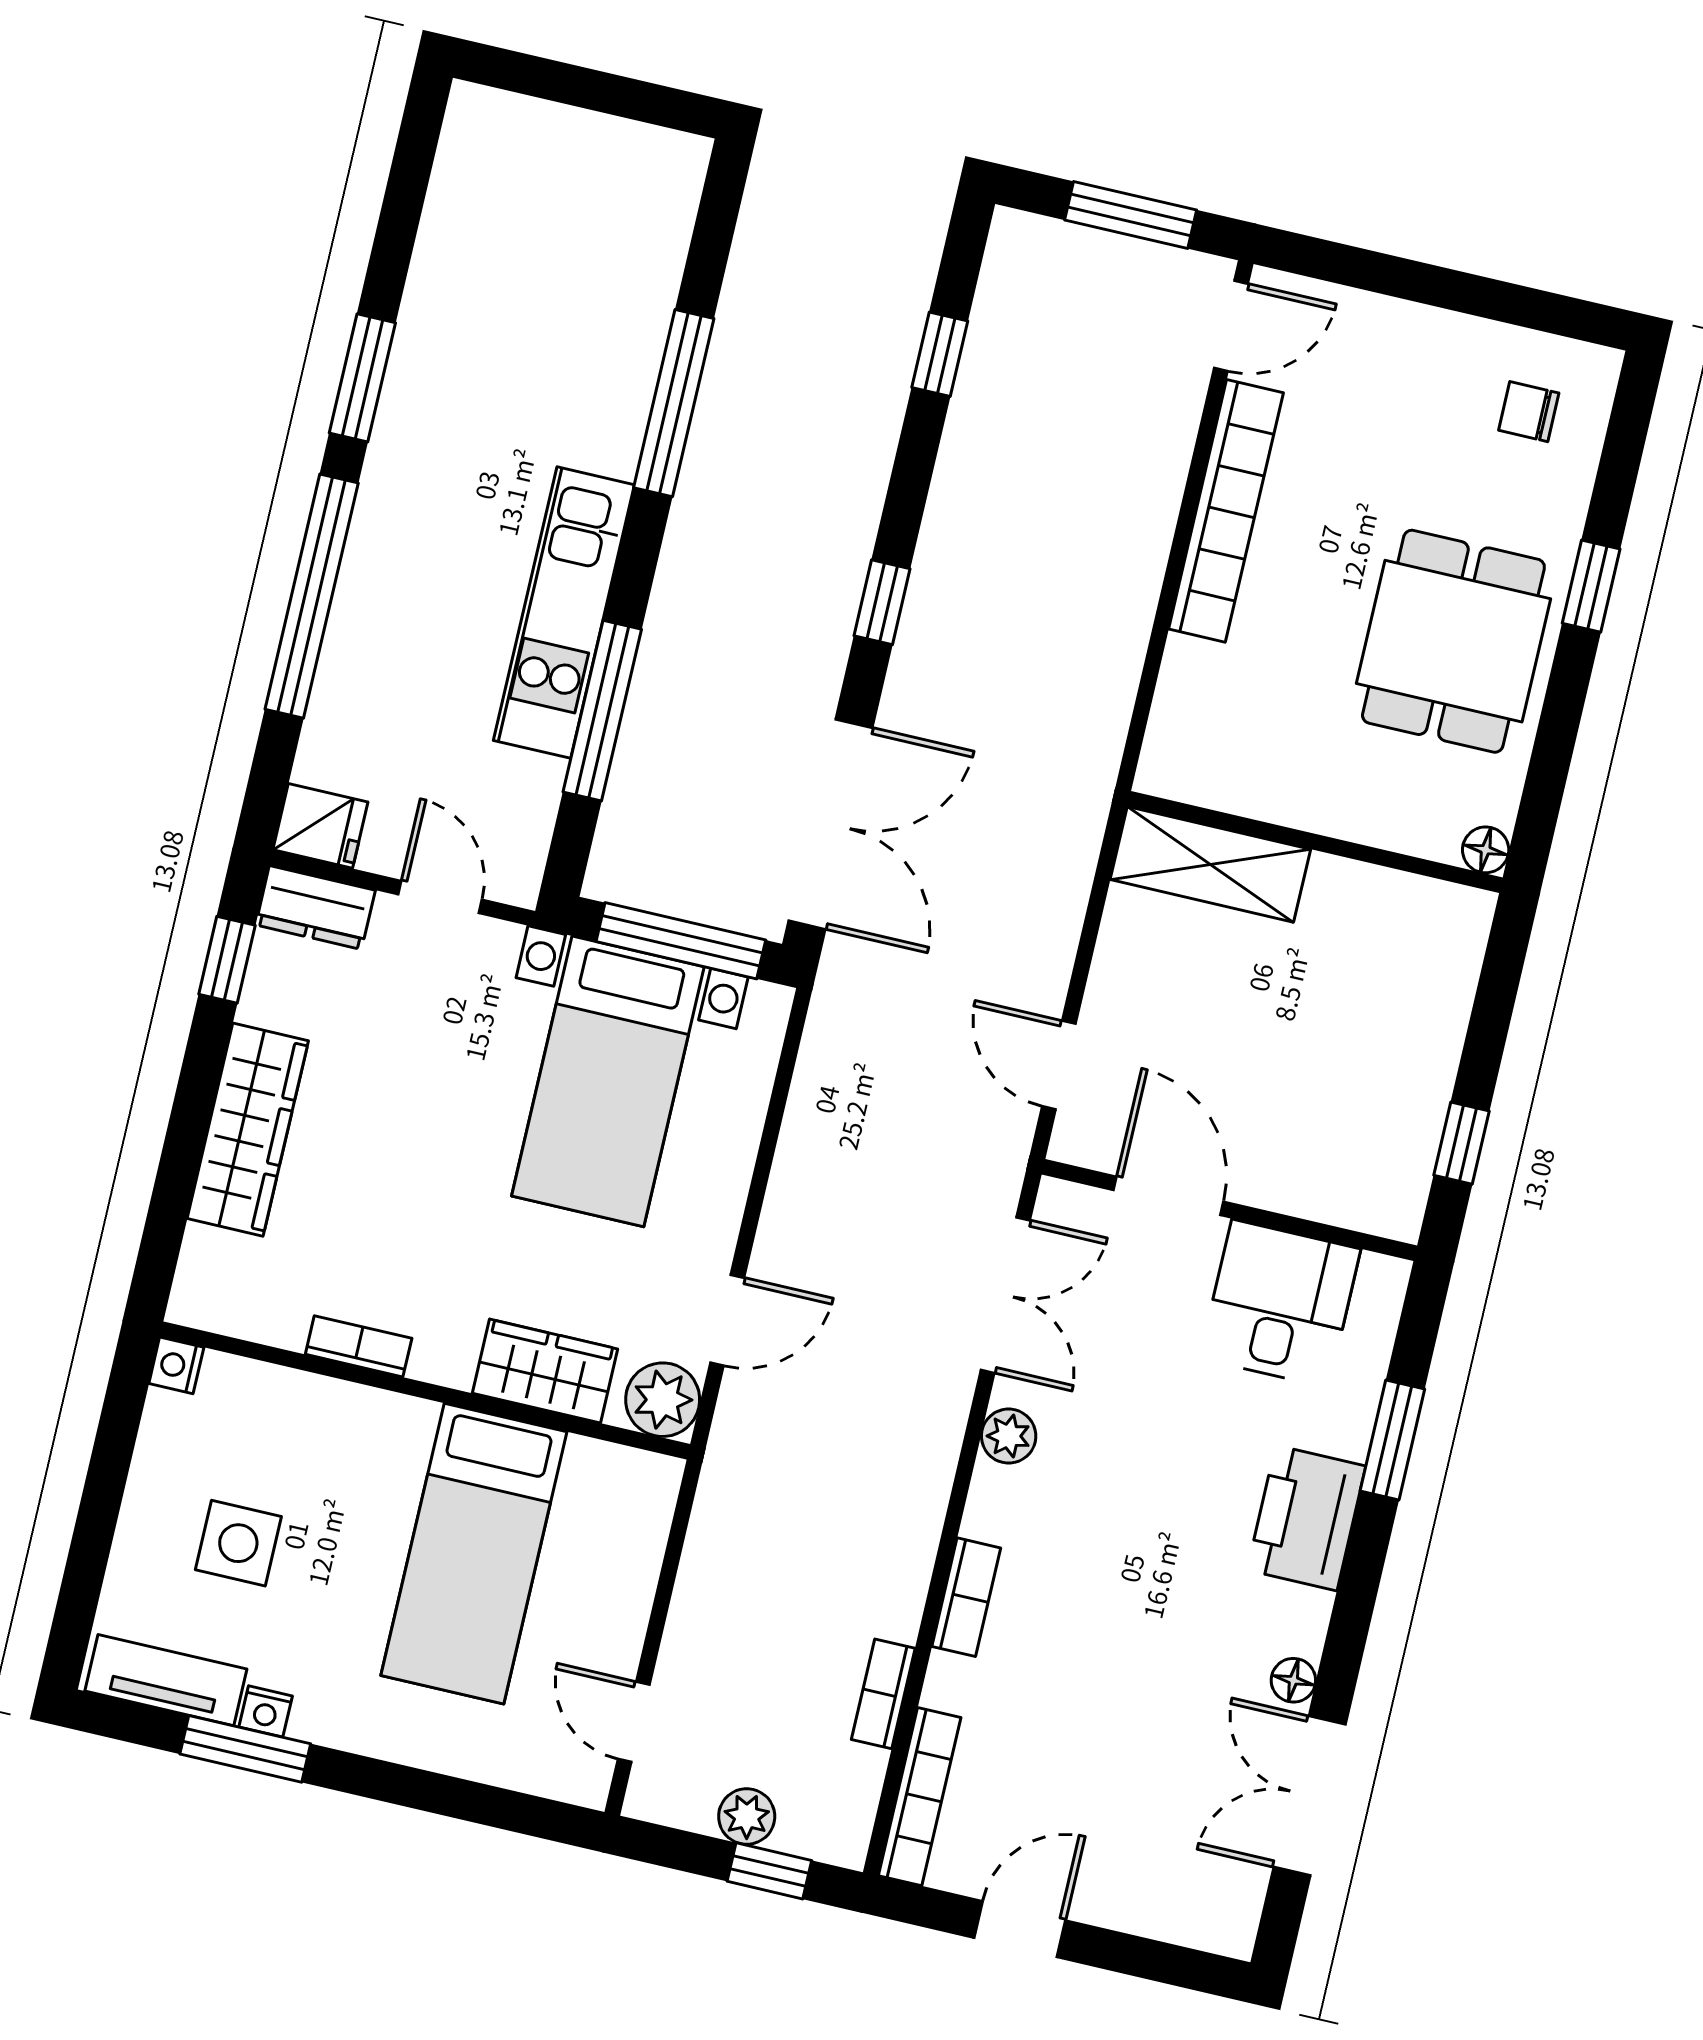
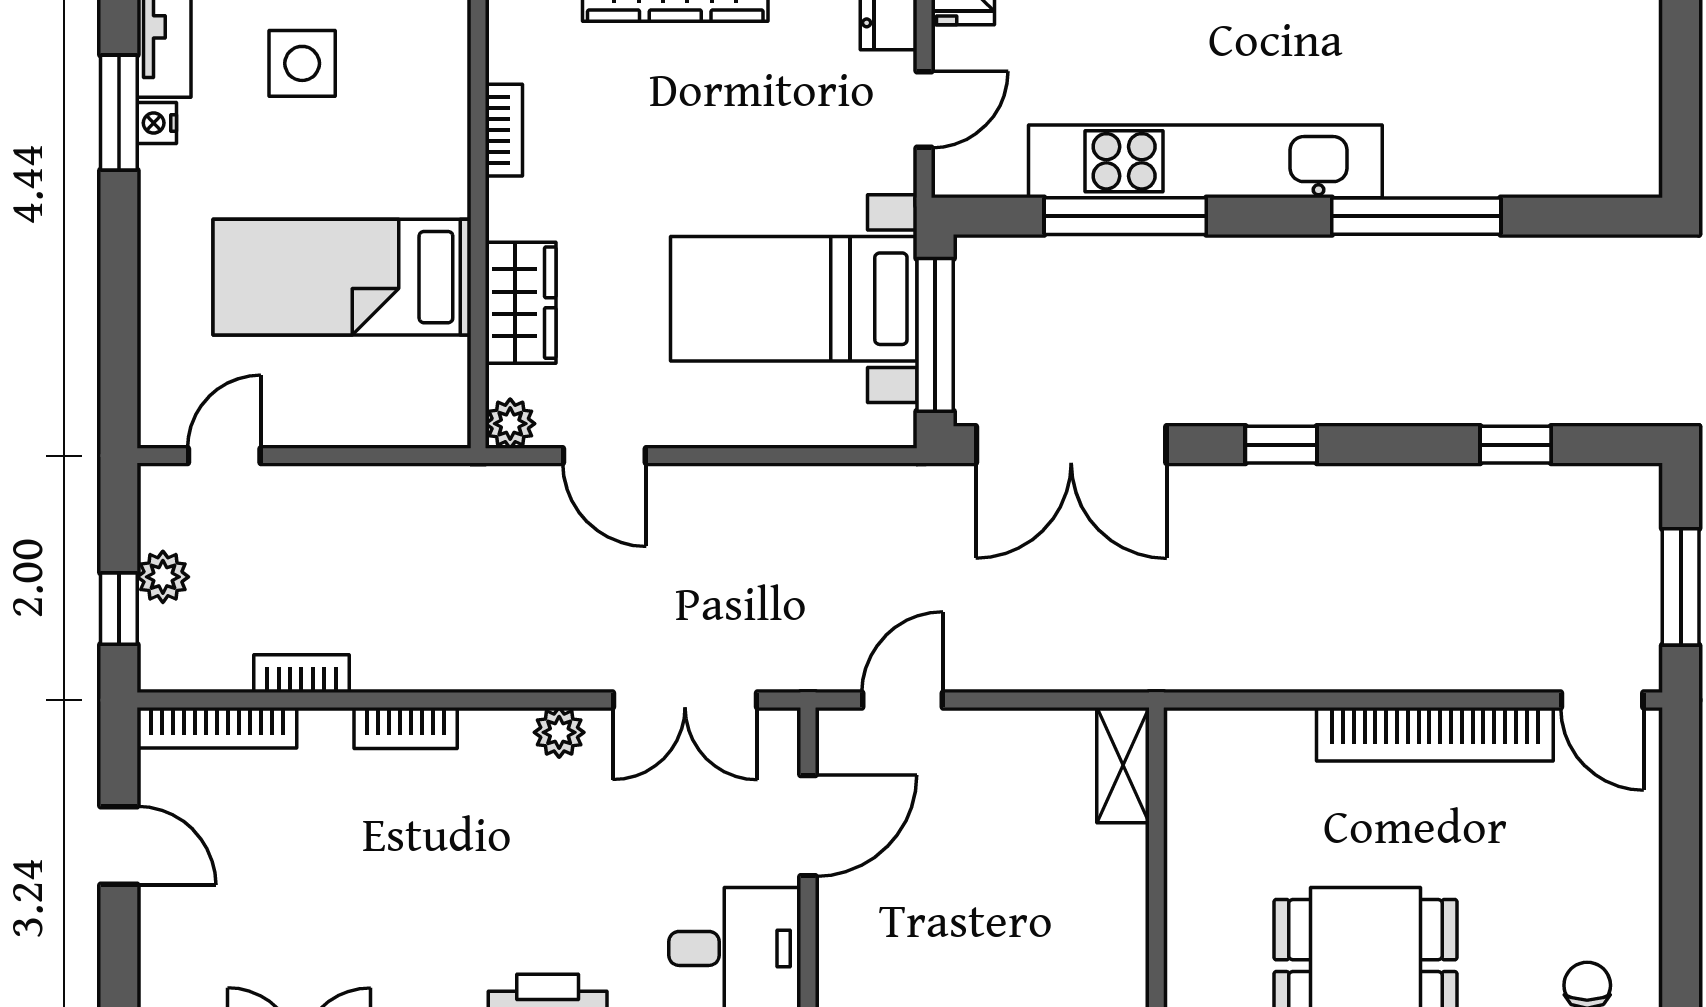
kitchen unit: (564, 613) -> (1205, 161), width x1.36
shelving: (1210, 864) -> (1123, 765), width x0.67, depth x0.75
plant: (663, 1400) -> (510, 424), width x0.73, depth x0.73

